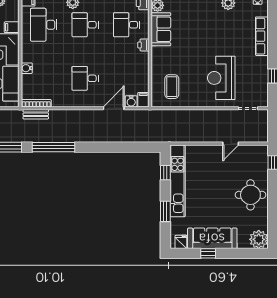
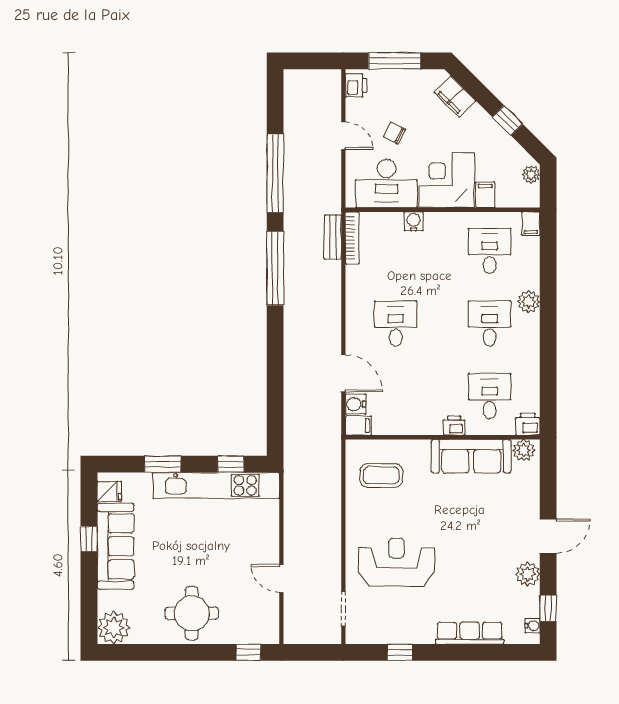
desk: (44, 25) -> (490, 251), width x0.73
sofa: (161, 29) -> (471, 456), width x1.36

